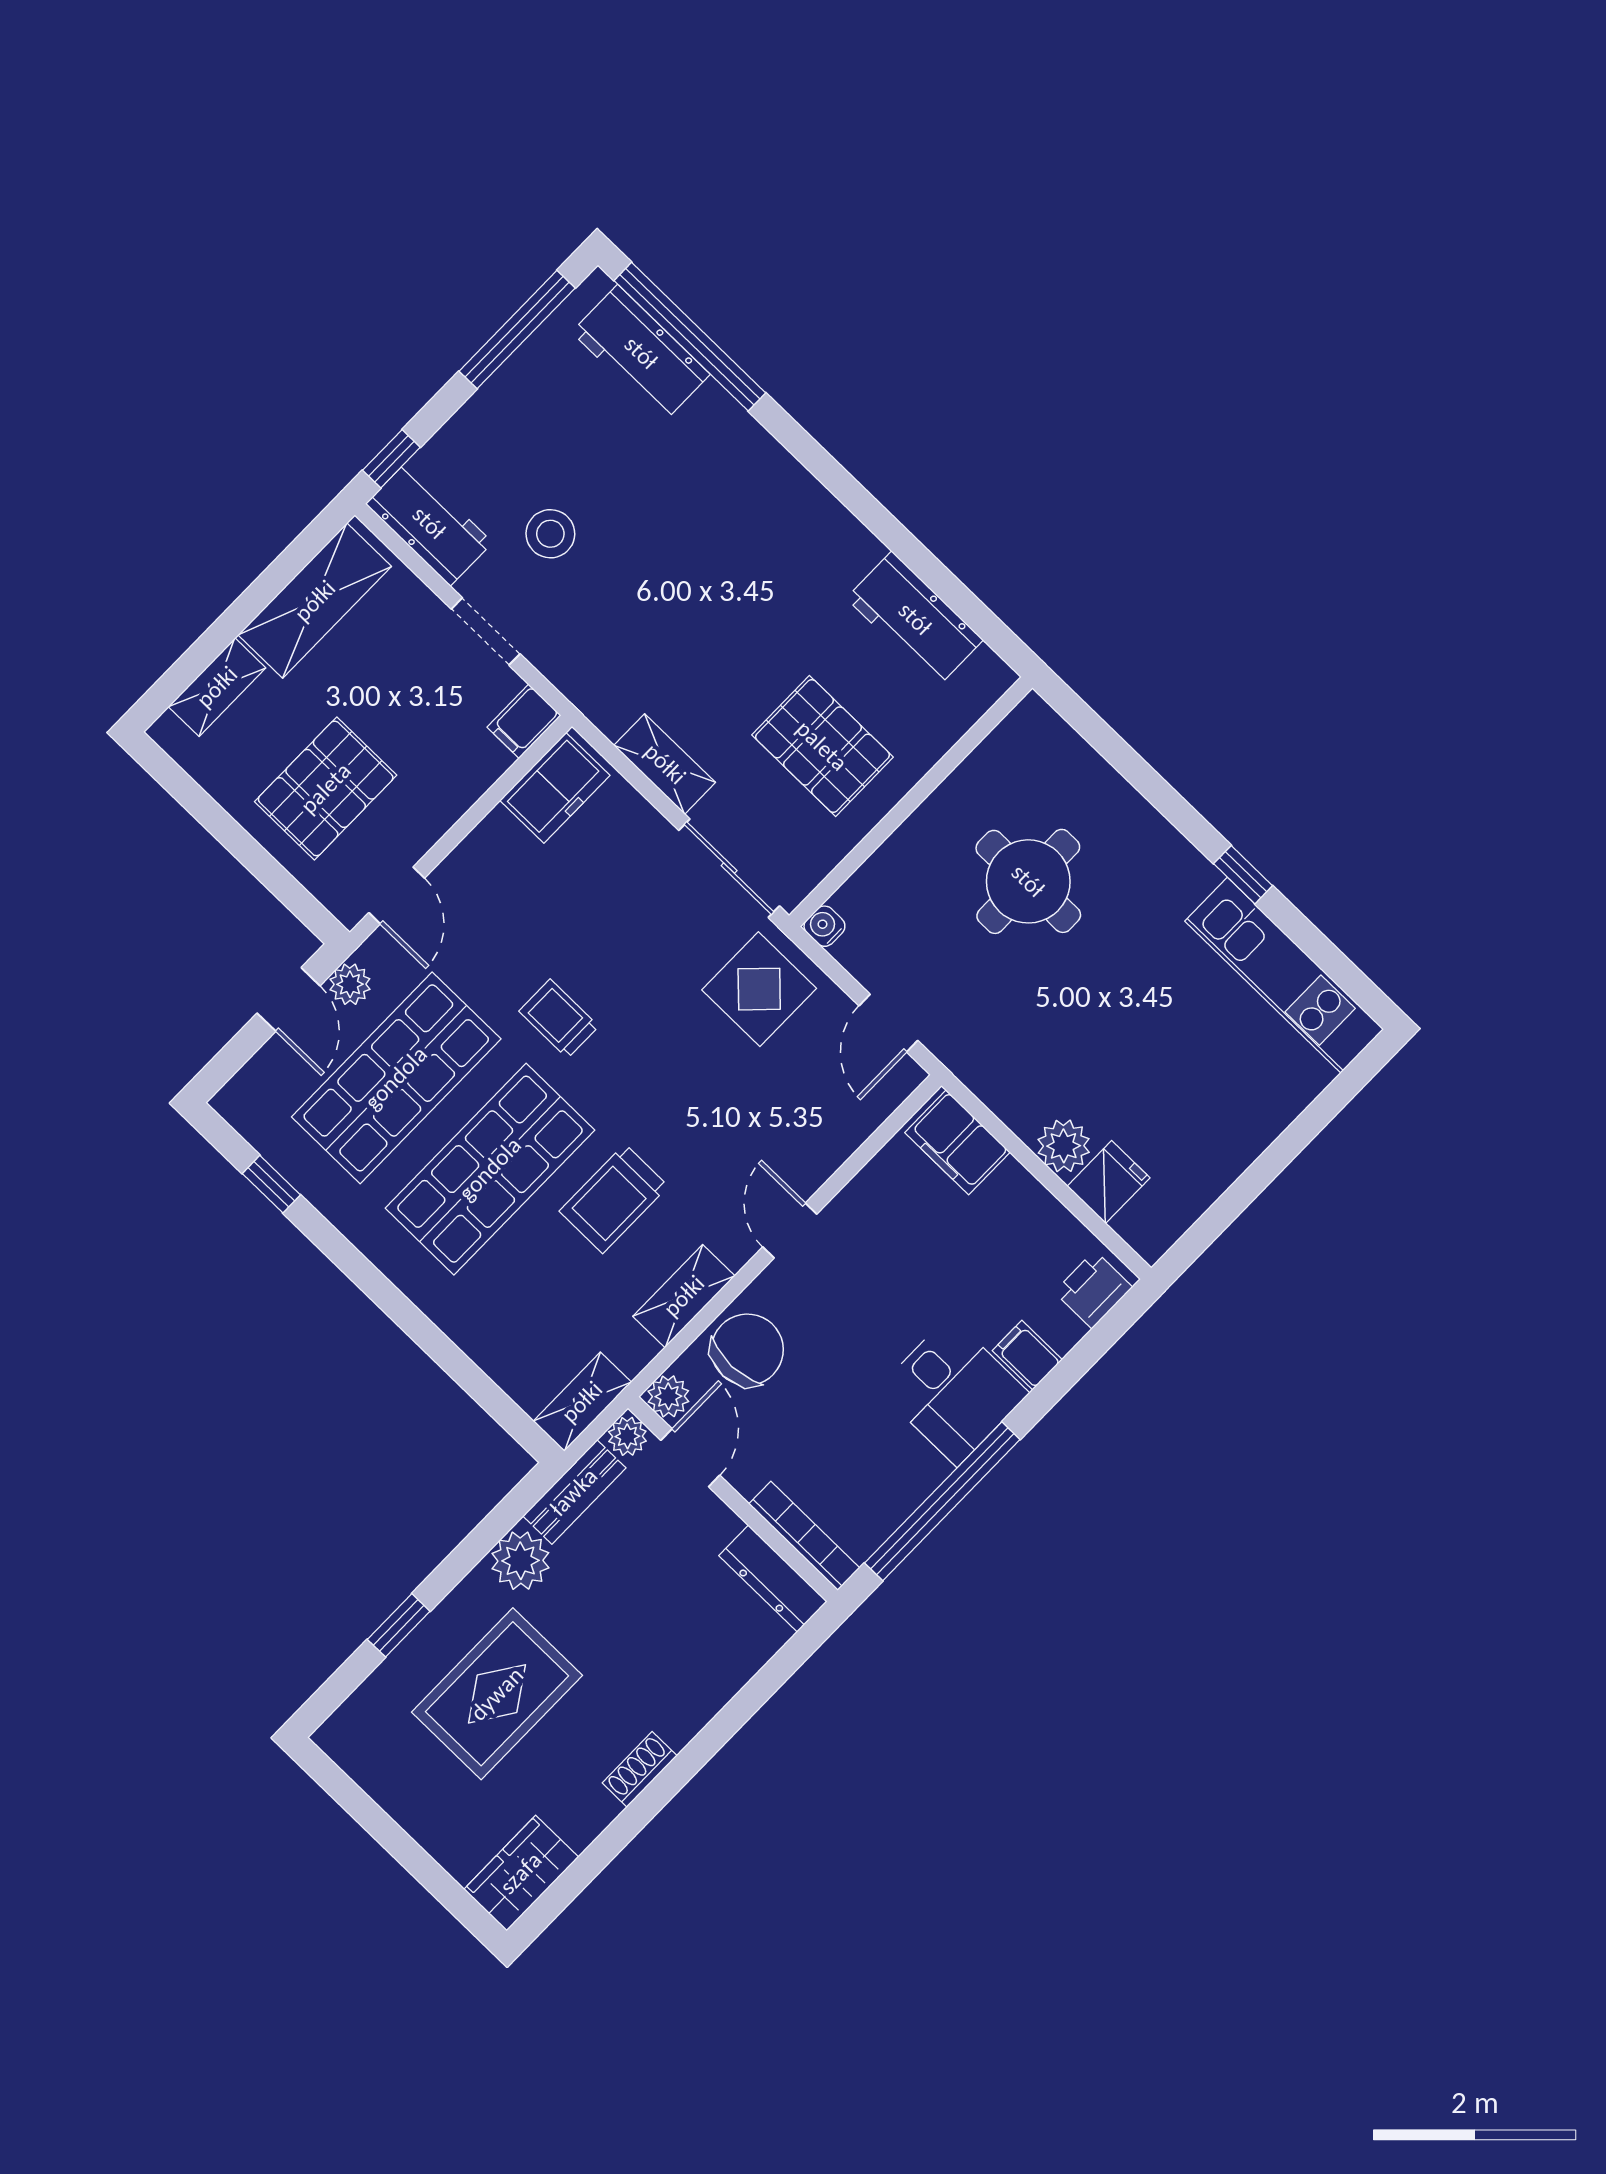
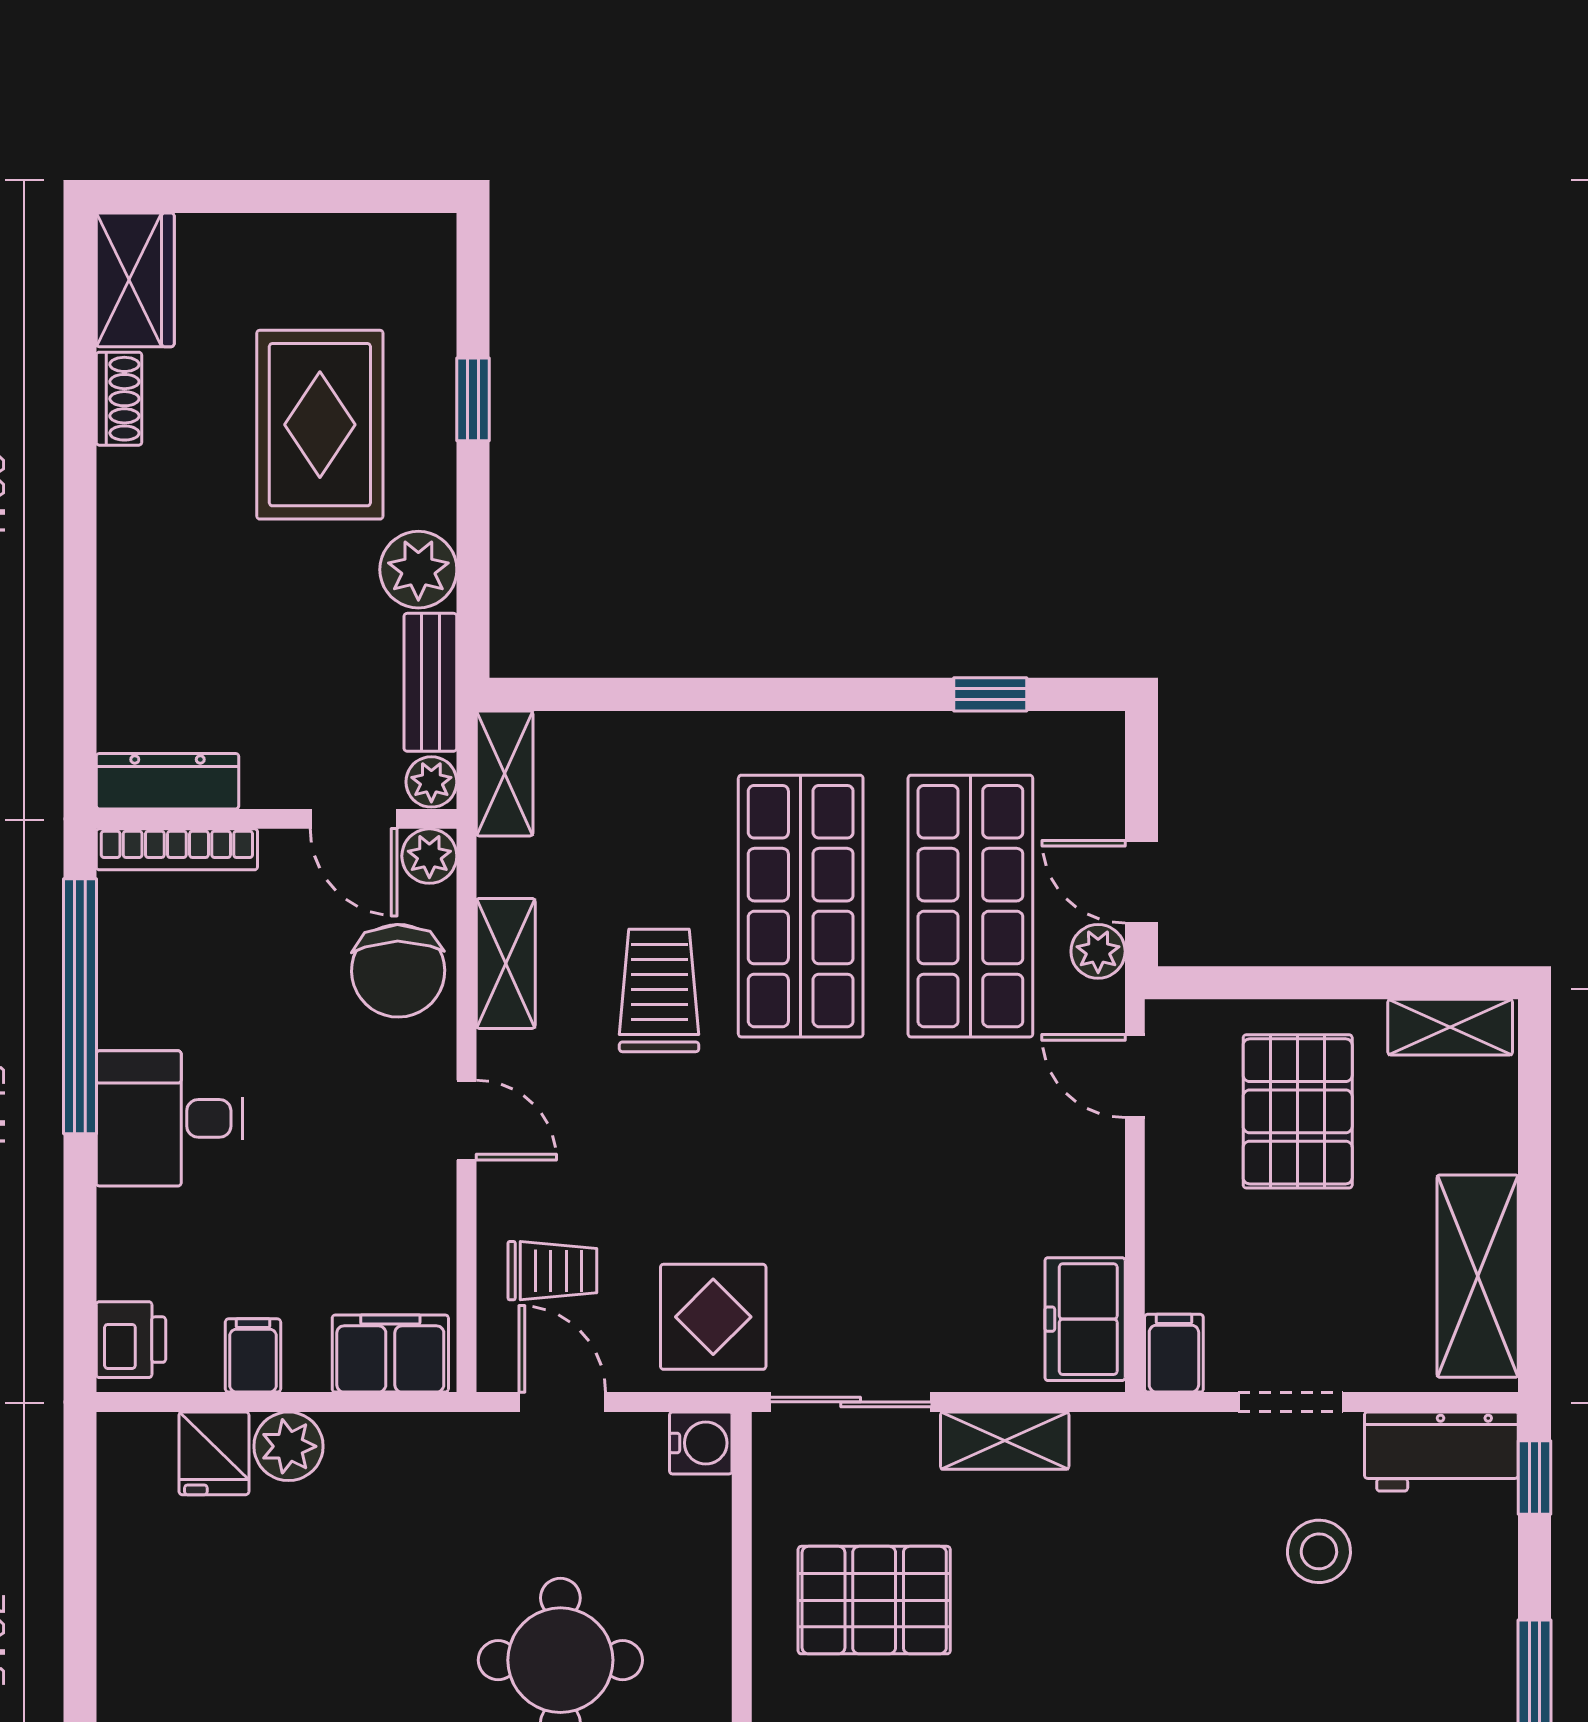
shelving: (217, 687) -> (1450, 1027), moved, turned 90
water cooler: (824, 926) -> (701, 1443), width x1.38, depth x1.38
trolley: (559, 1019) -> (552, 1271), moved
filing cabinet: (1027, 1355) -> (253, 1355), moved, turned -90
shoe rack: (640, 1769) -> (119, 399), moved

